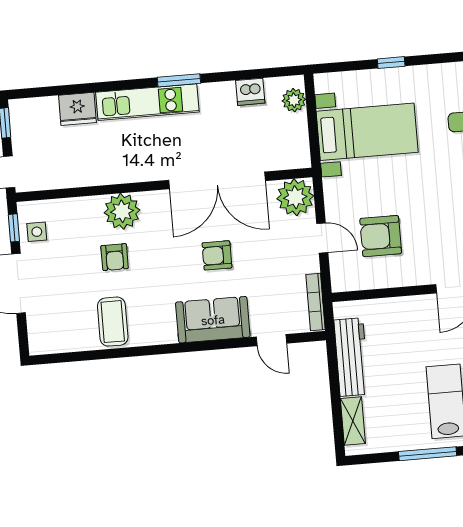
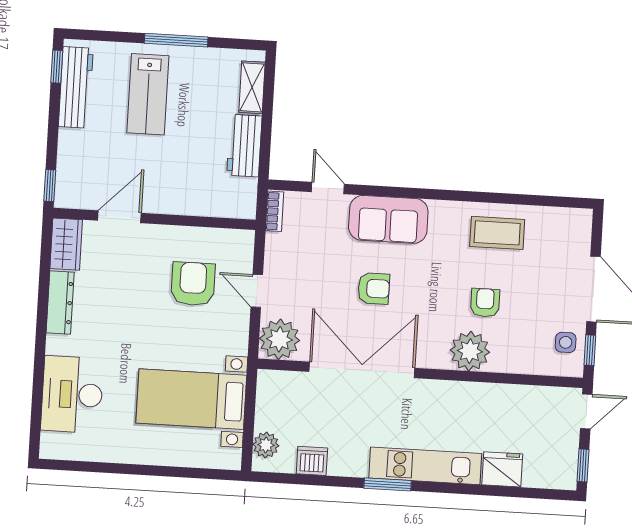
window: (391, 63) -> (155, 471), removed
armchair: (381, 236) -> (193, 284), turned -90
bookcase: (316, 302) -> (275, 211), width x0.64
coffee table: (113, 322) -> (497, 233), turned 90
workbench: (351, 357) -> (244, 146), width x0.73

